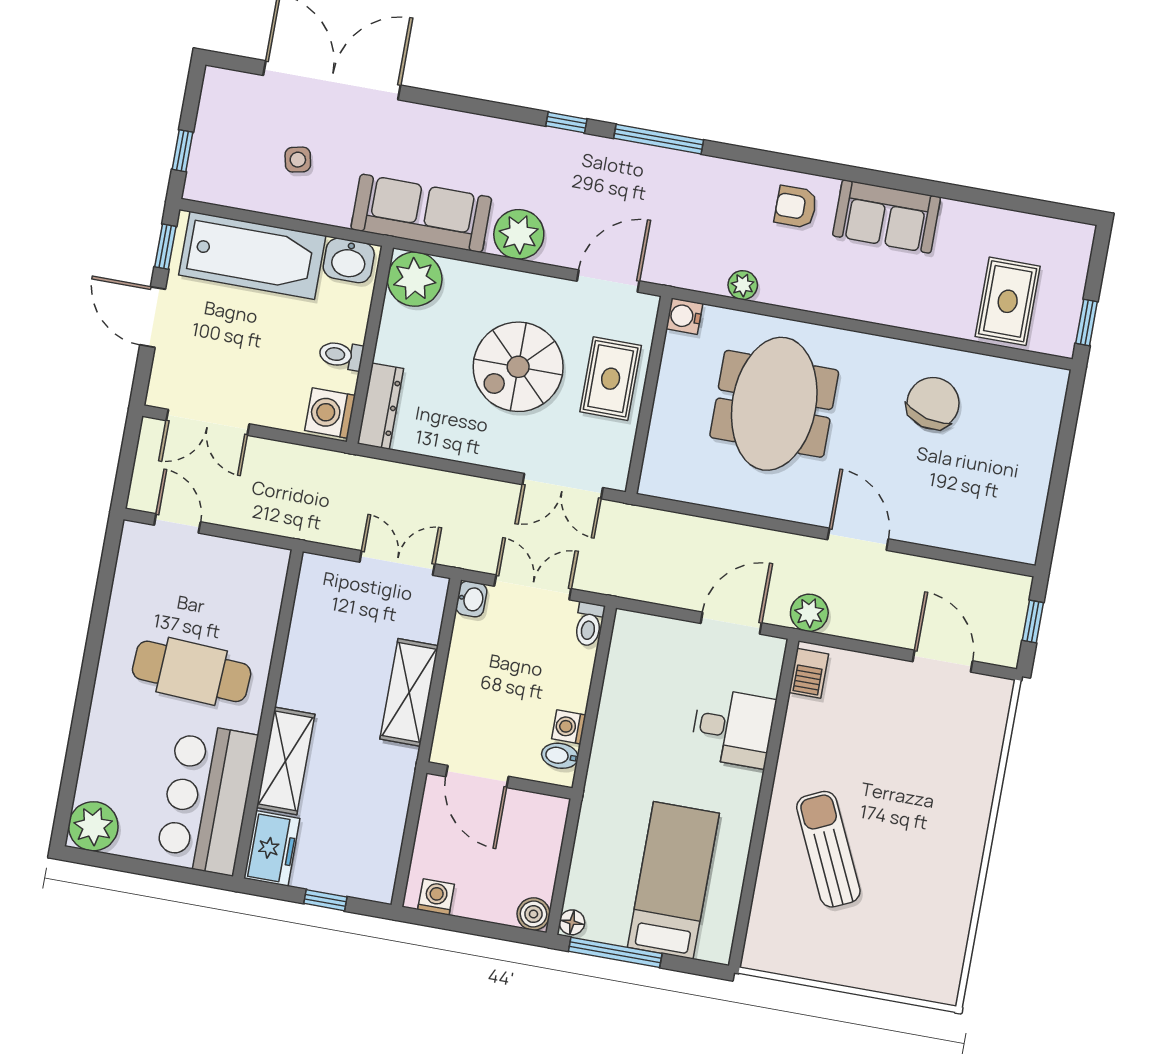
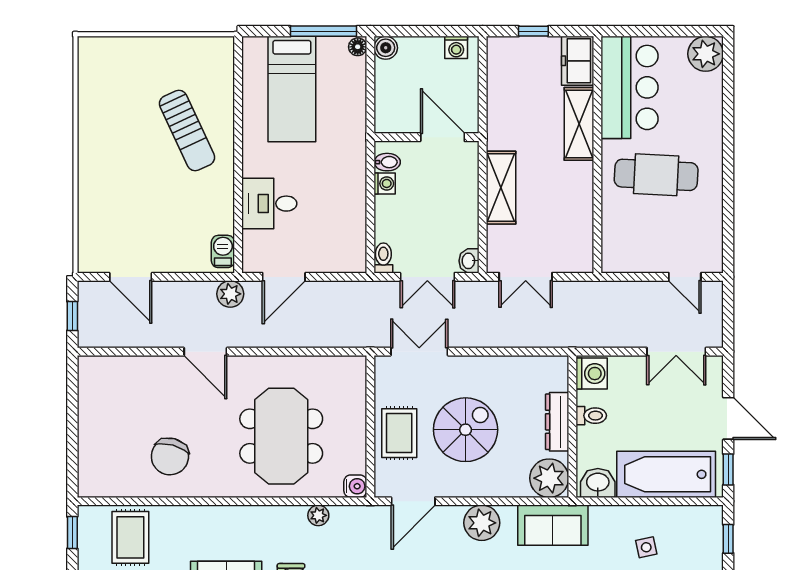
sofa: (421, 213) -> (553, 525), width x0.73
dresser: (381, 406) -> (557, 422), moved
double door: (208, 422) -> (676, 352), swing flipped

